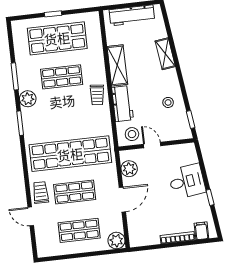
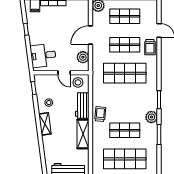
shelving: (165, 54) -> (45, 124), moved
shop shelf: (70, 154) -> (125, 73), width x0.71
desk: (187, 181) -> (43, 55), moved

